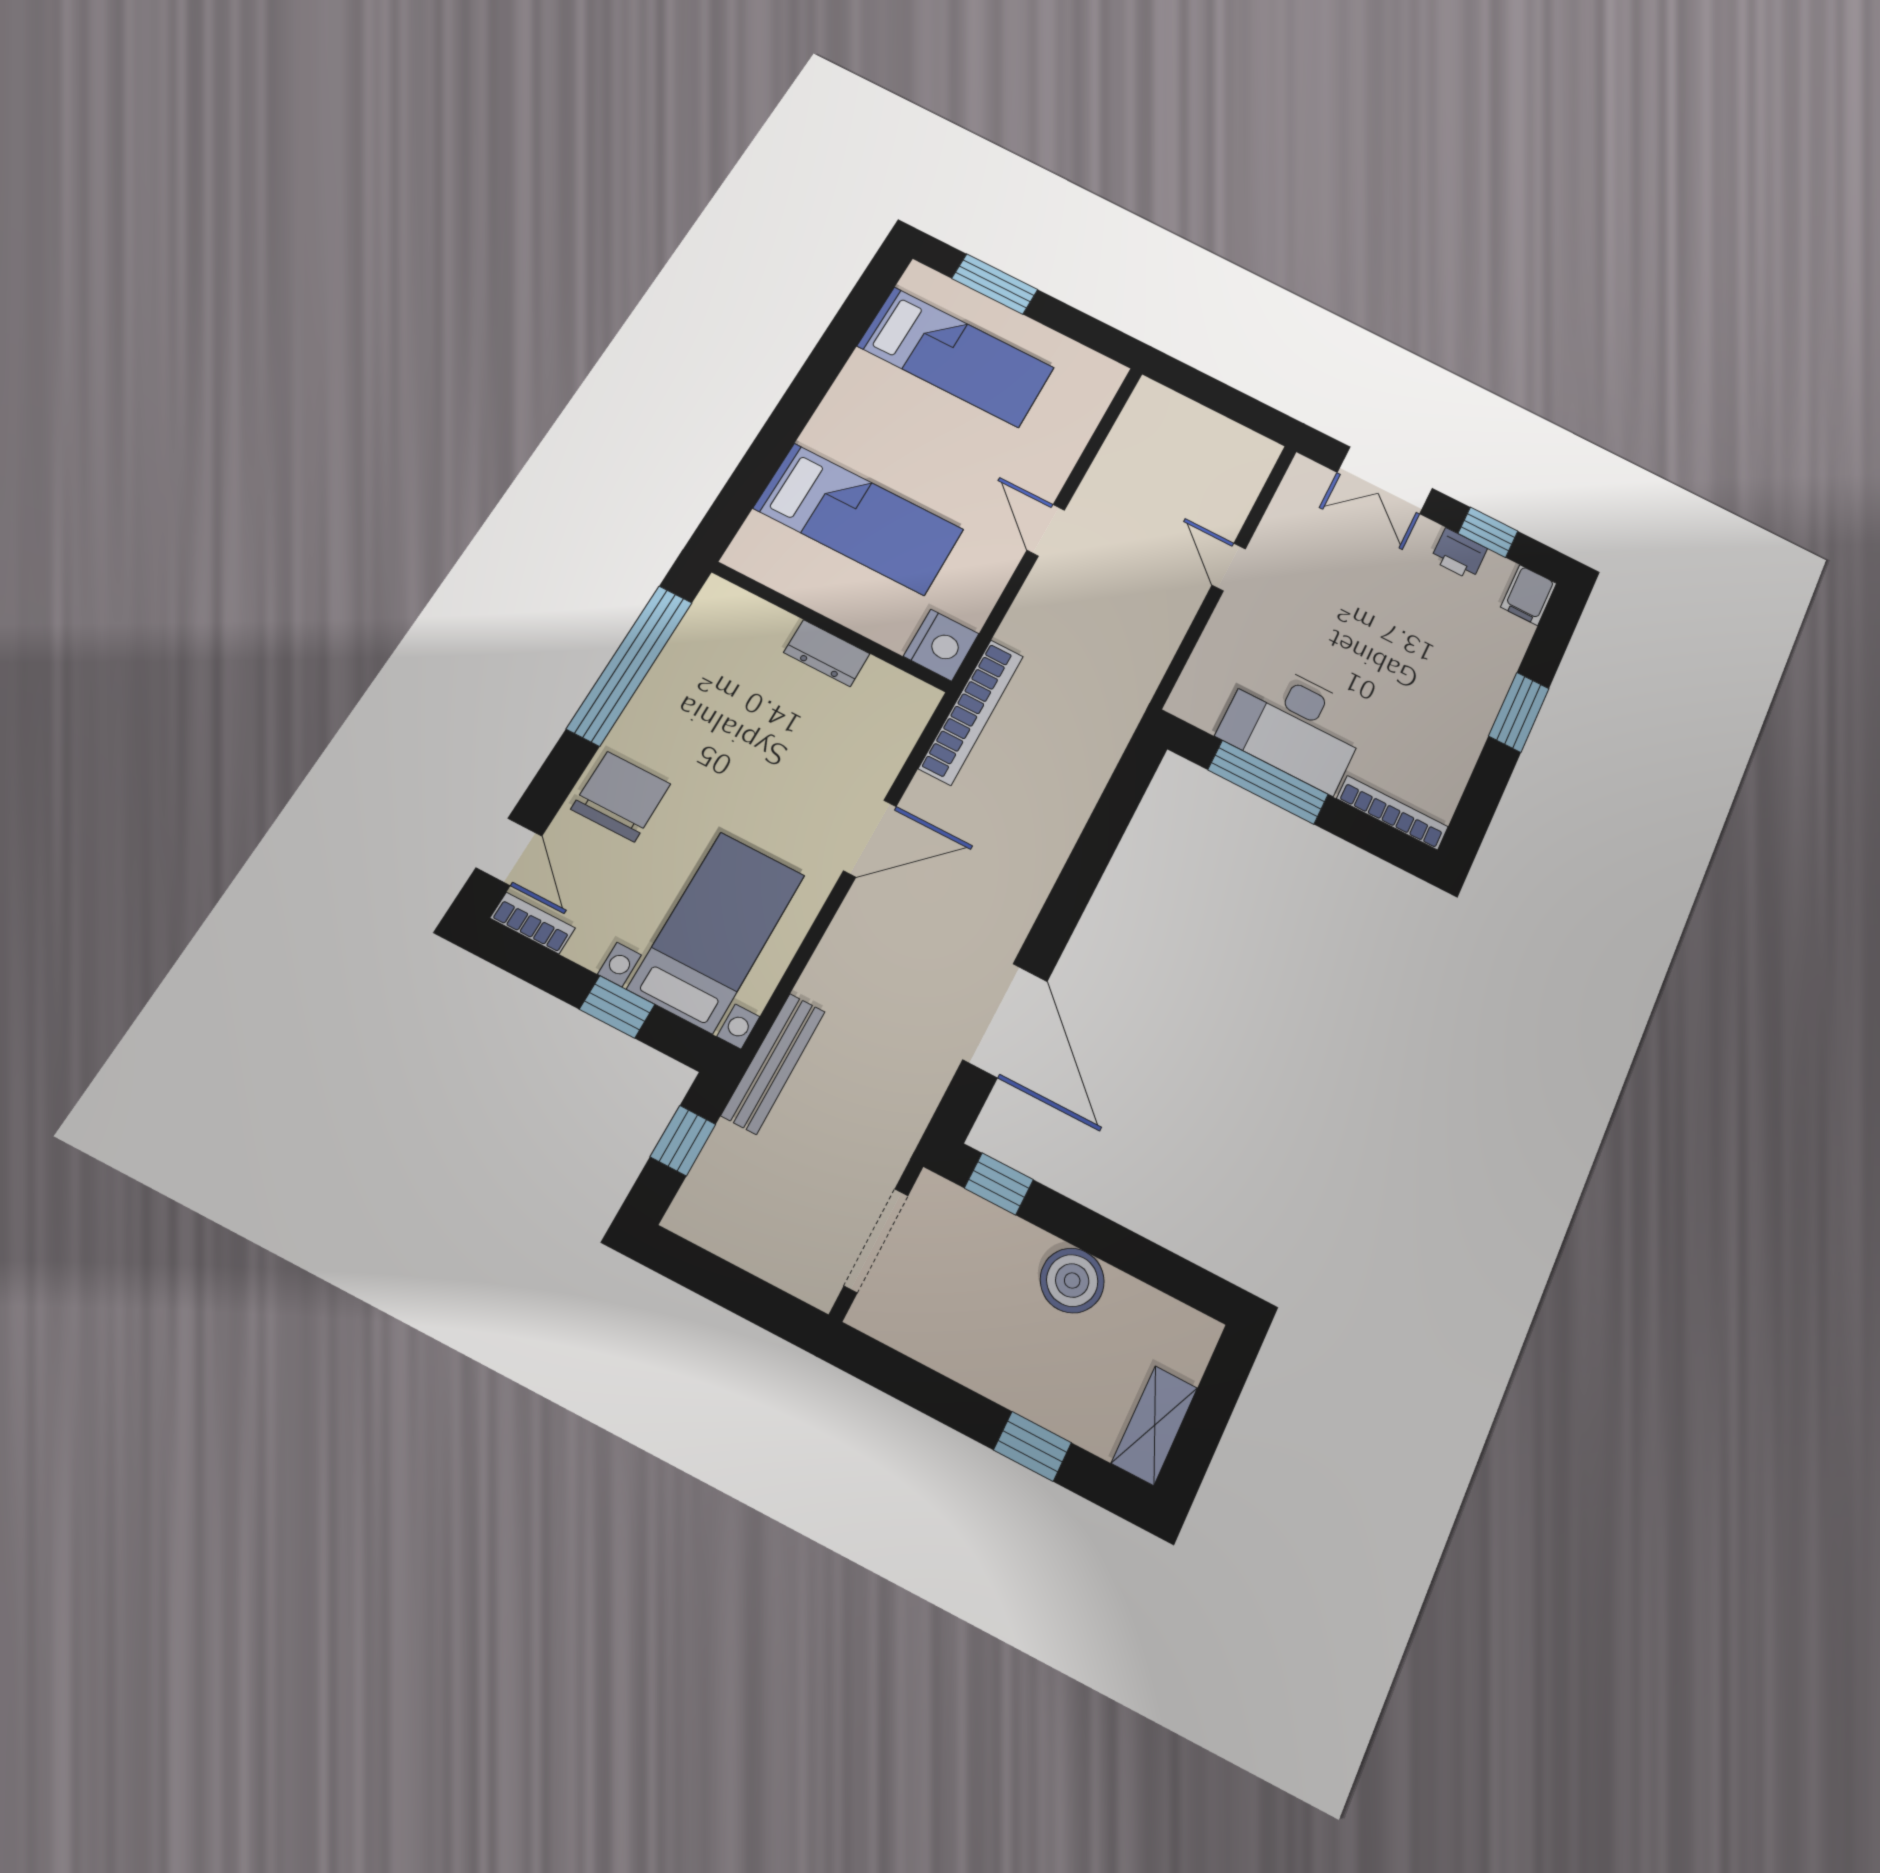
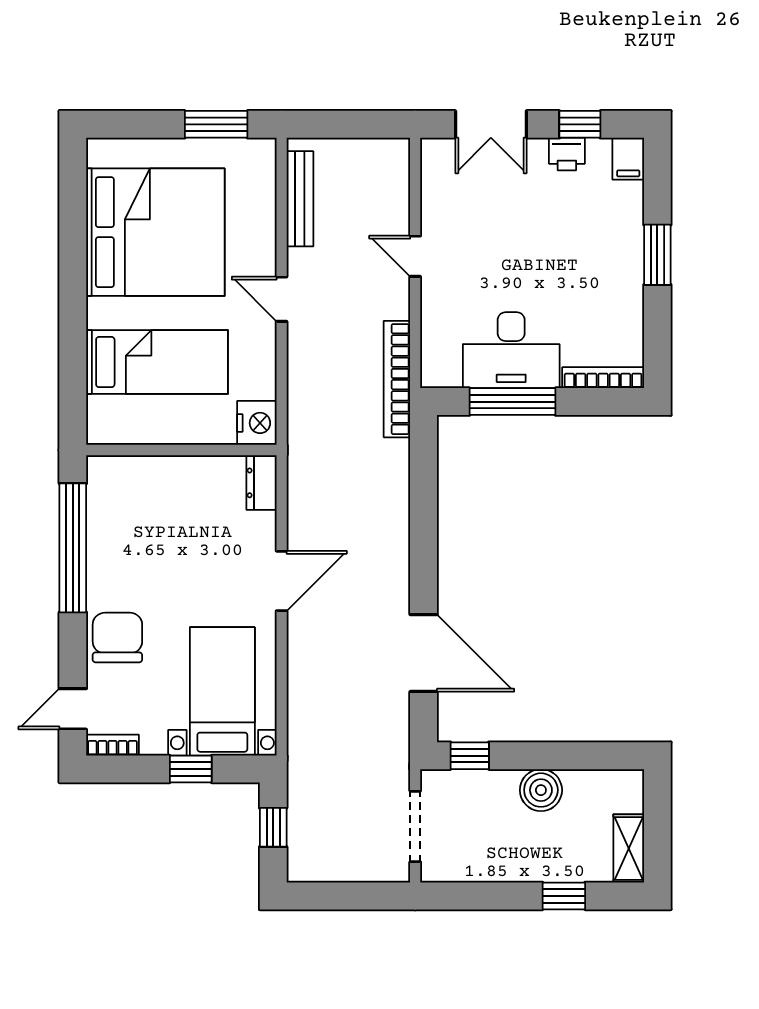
window: (995, 284) -> (216, 124), moved
bed: (956, 357) -> (155, 232), width x2.04
dresser: (827, 653) -> (261, 483), moved, turned 90
bookcase: (971, 712) -> (397, 379), moved, turned 180
door: (509, 852) -> (73, 709), swing flipped
bench: (773, 1063) -> (300, 199), moved

